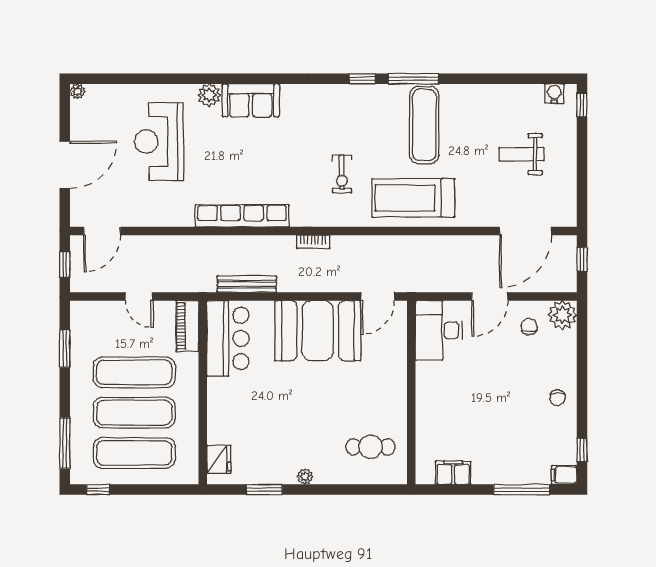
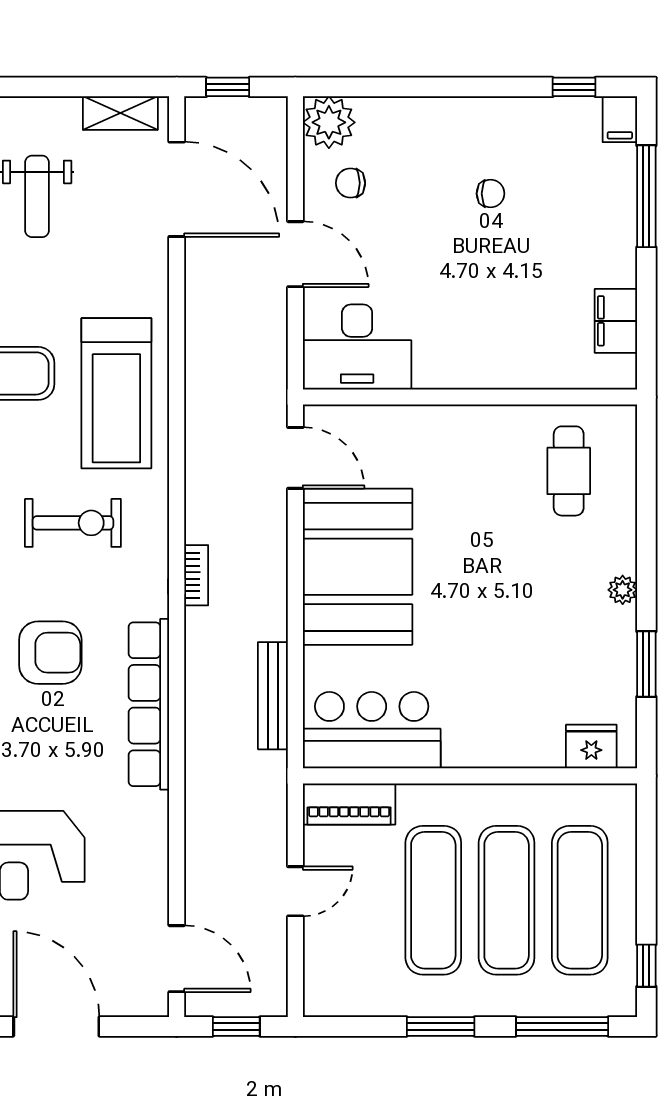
armchair: (271, 161) -> (50, 653), added
exercise bike: (342, 174) -> (73, 523), width x1.38, depth x1.39
shelving: (567, 200) -> (120, 113), added
window: (65, 349) -> (441, 1027), moved
chair: (558, 398) -> (491, 194), moved

